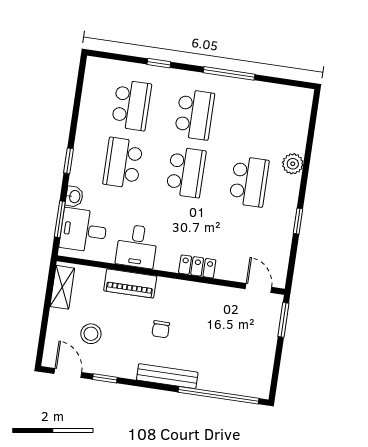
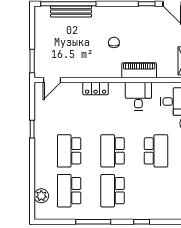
school desk: (131, 105) -> (69, 191), moved
plant: (293, 164) -> (41, 196), moved
door: (259, 288) -> (52, 80), hinge flipped
stool: (91, 334) -> (161, 32), removed
bench: (167, 376) -> (71, 11), moved

